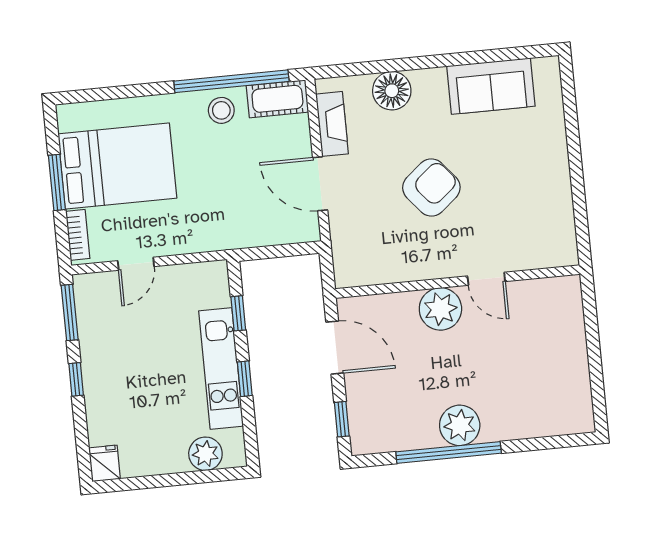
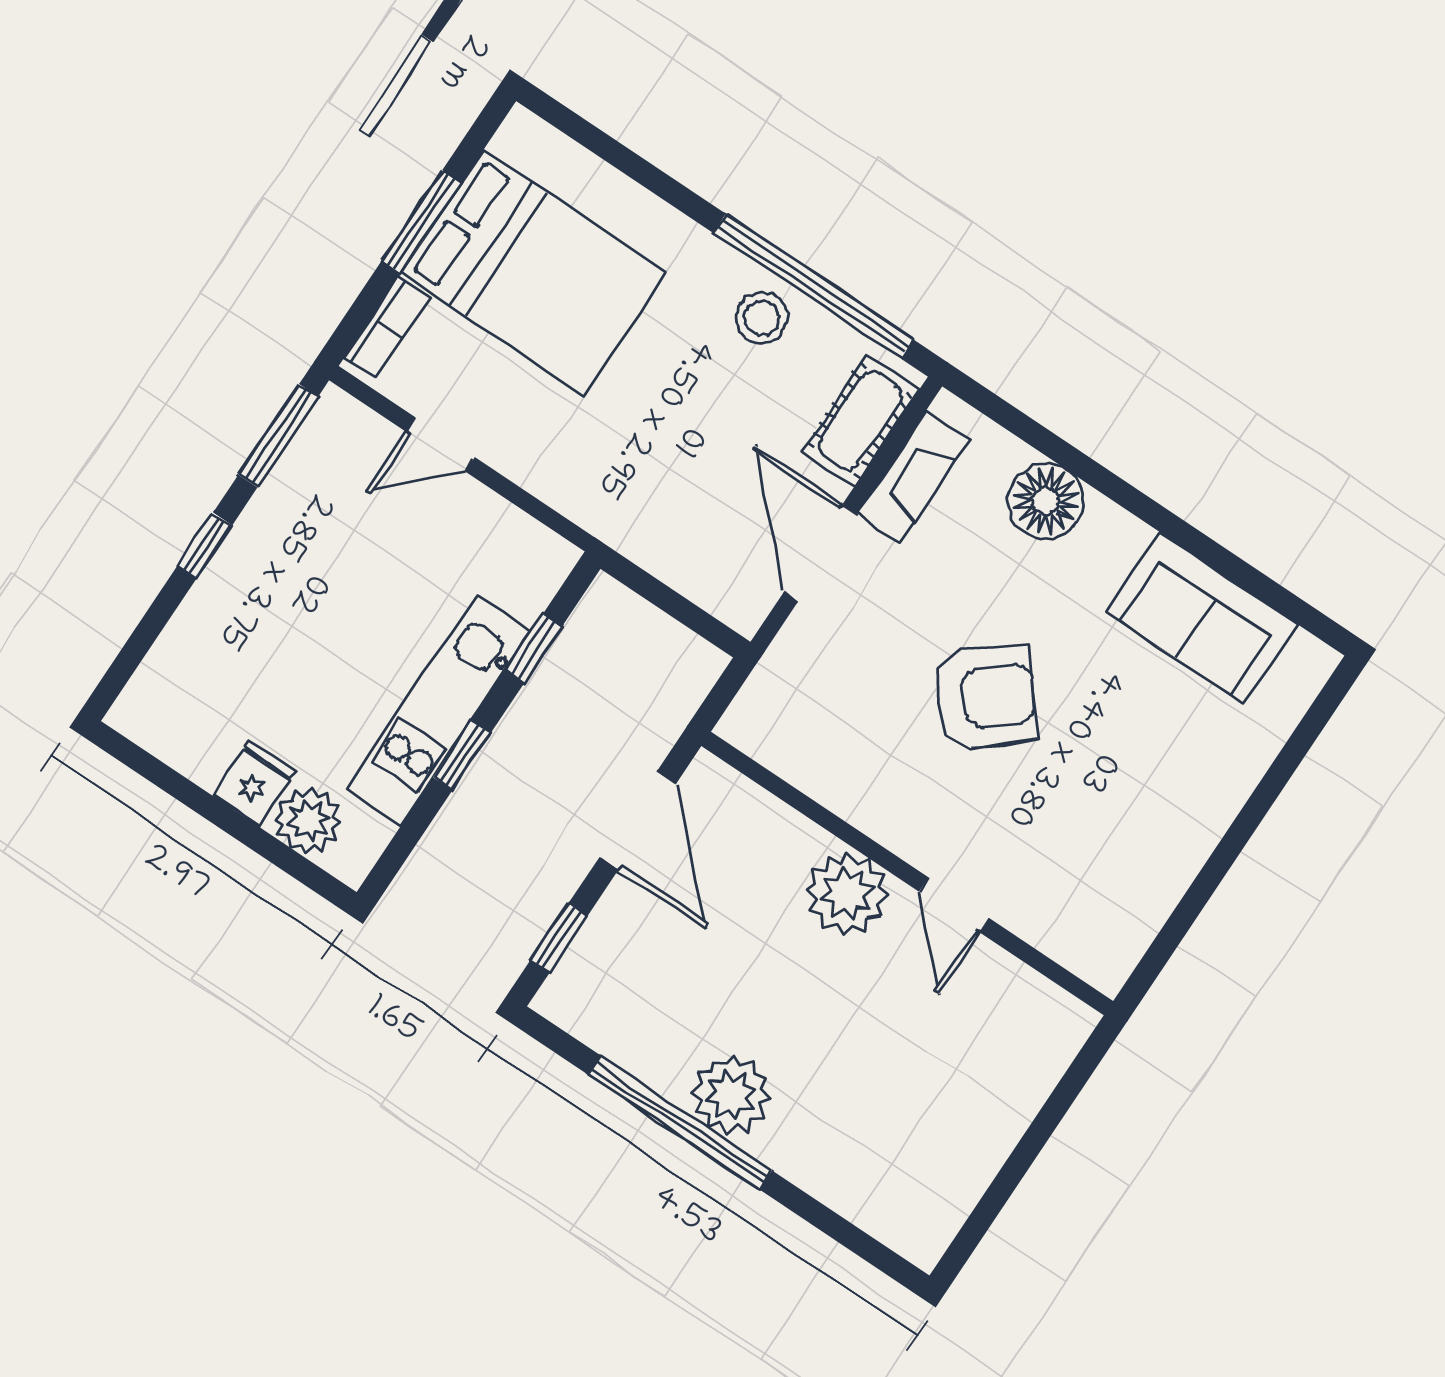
cot: (277, 99) -> (860, 421), moved, turned 90
fridge: (105, 463) -> (254, 783), moved

